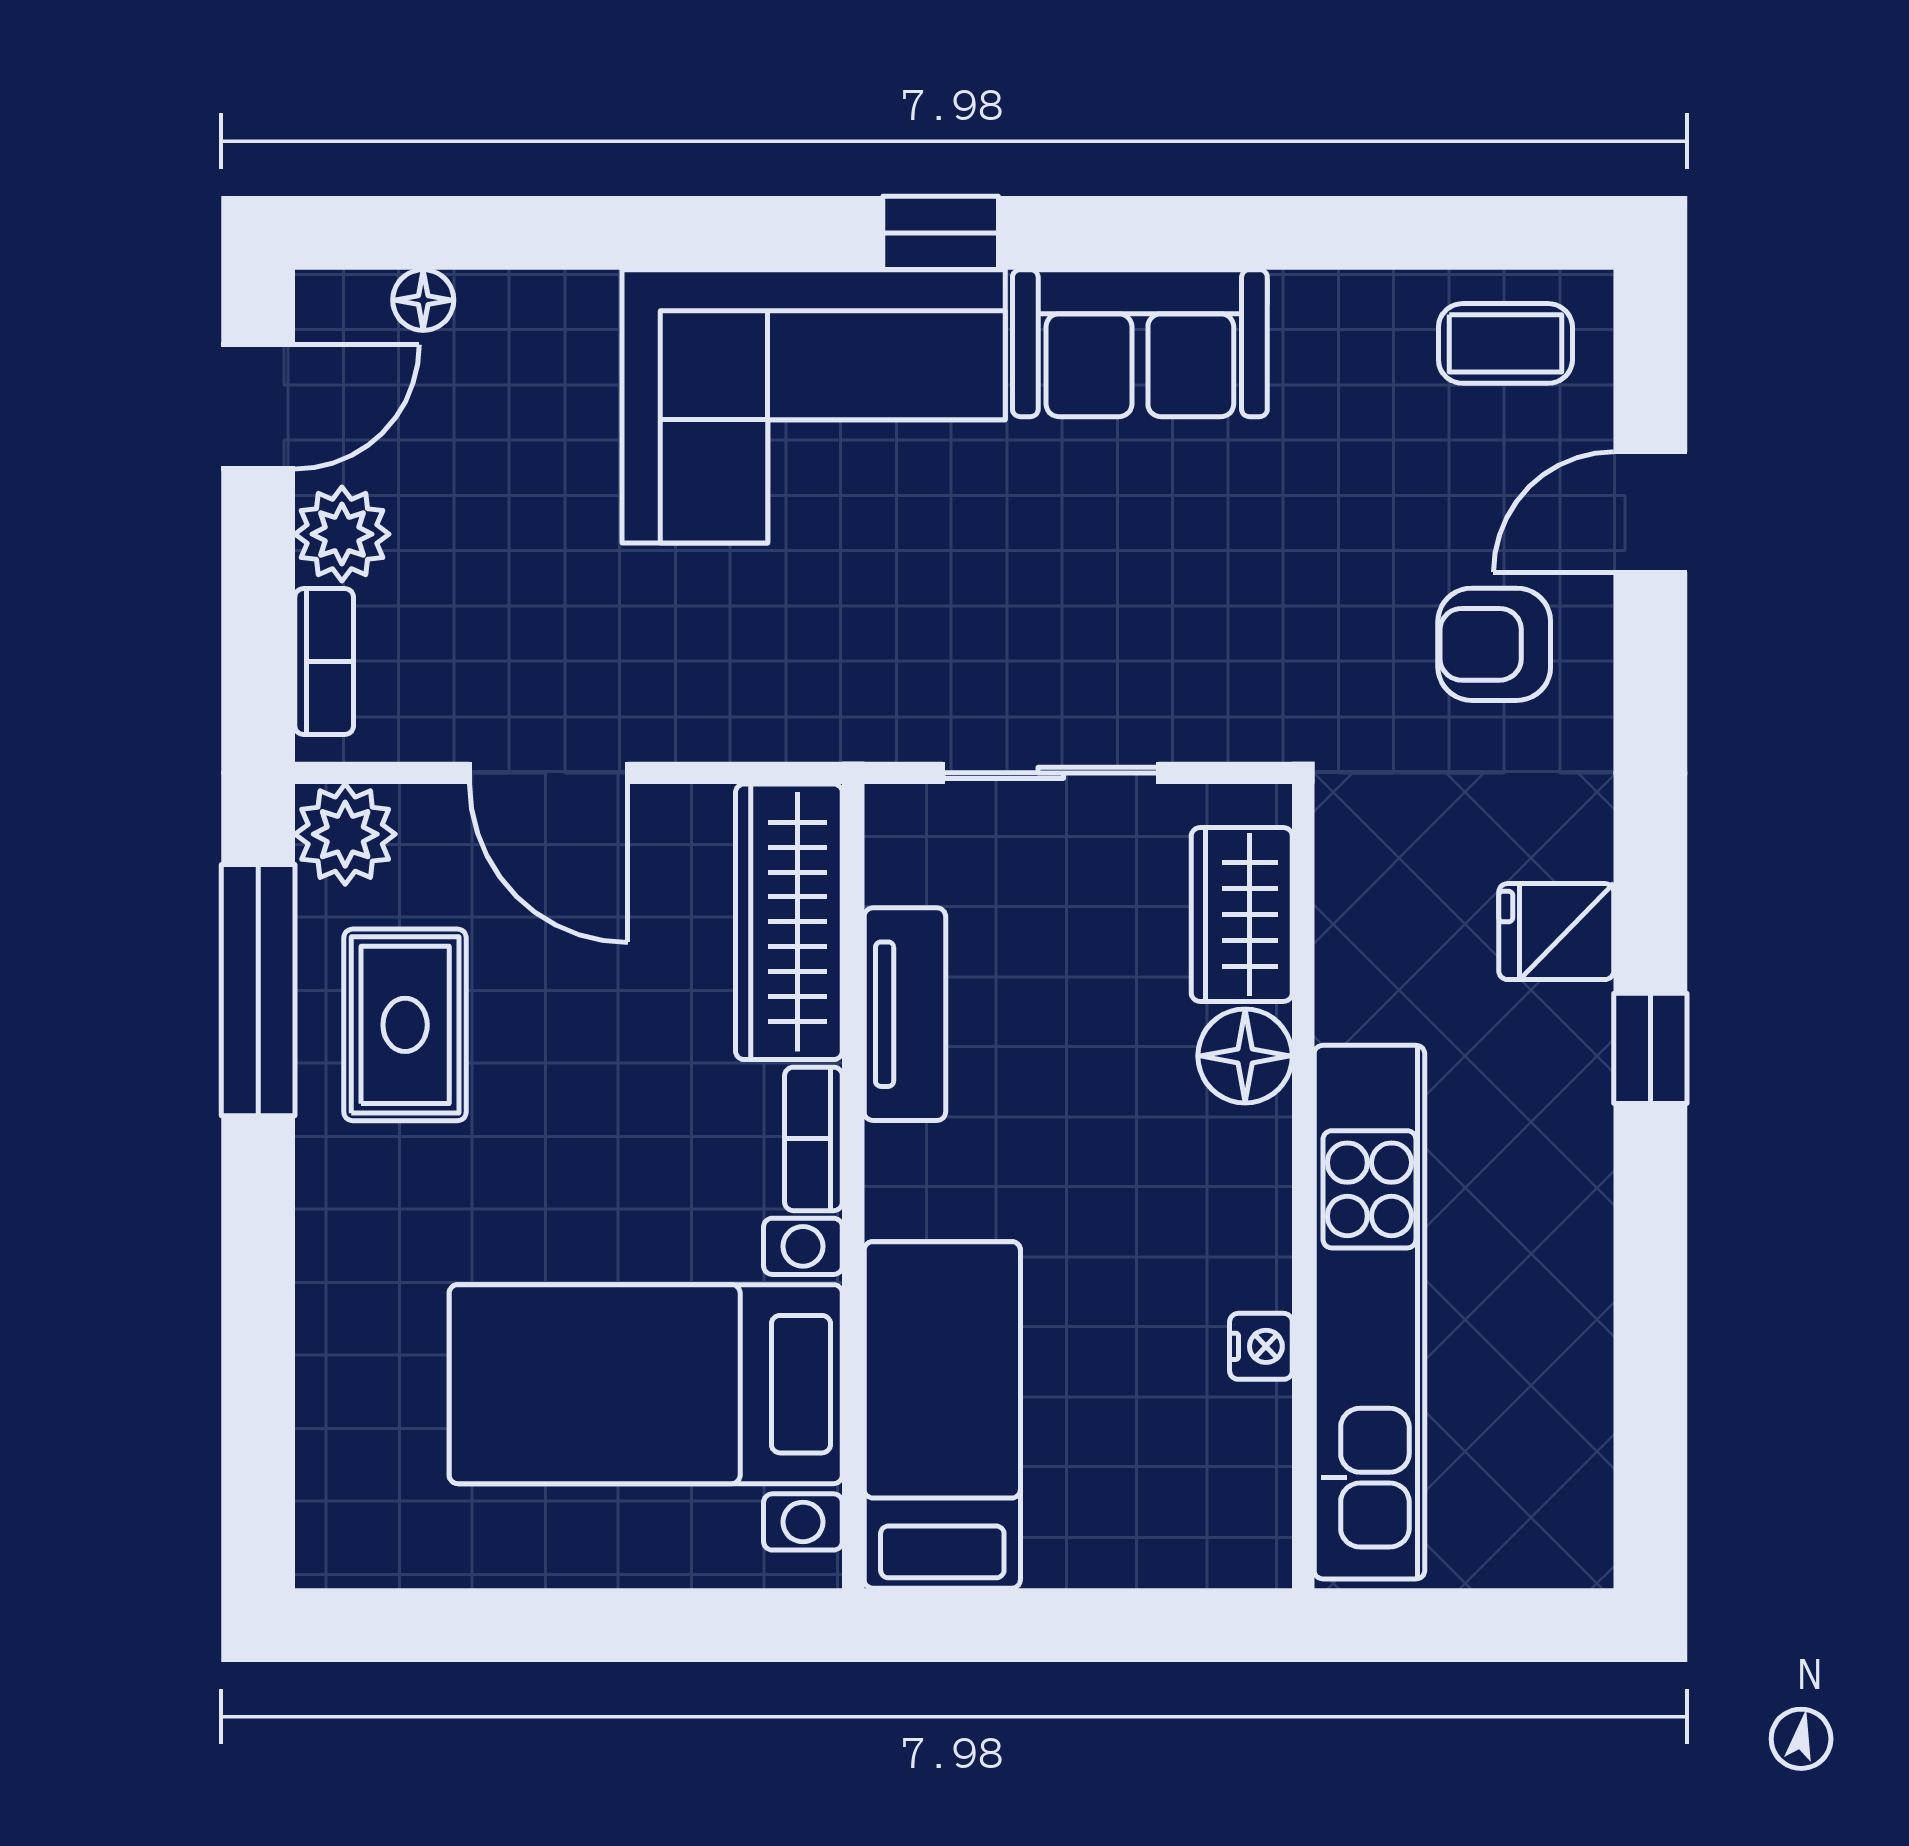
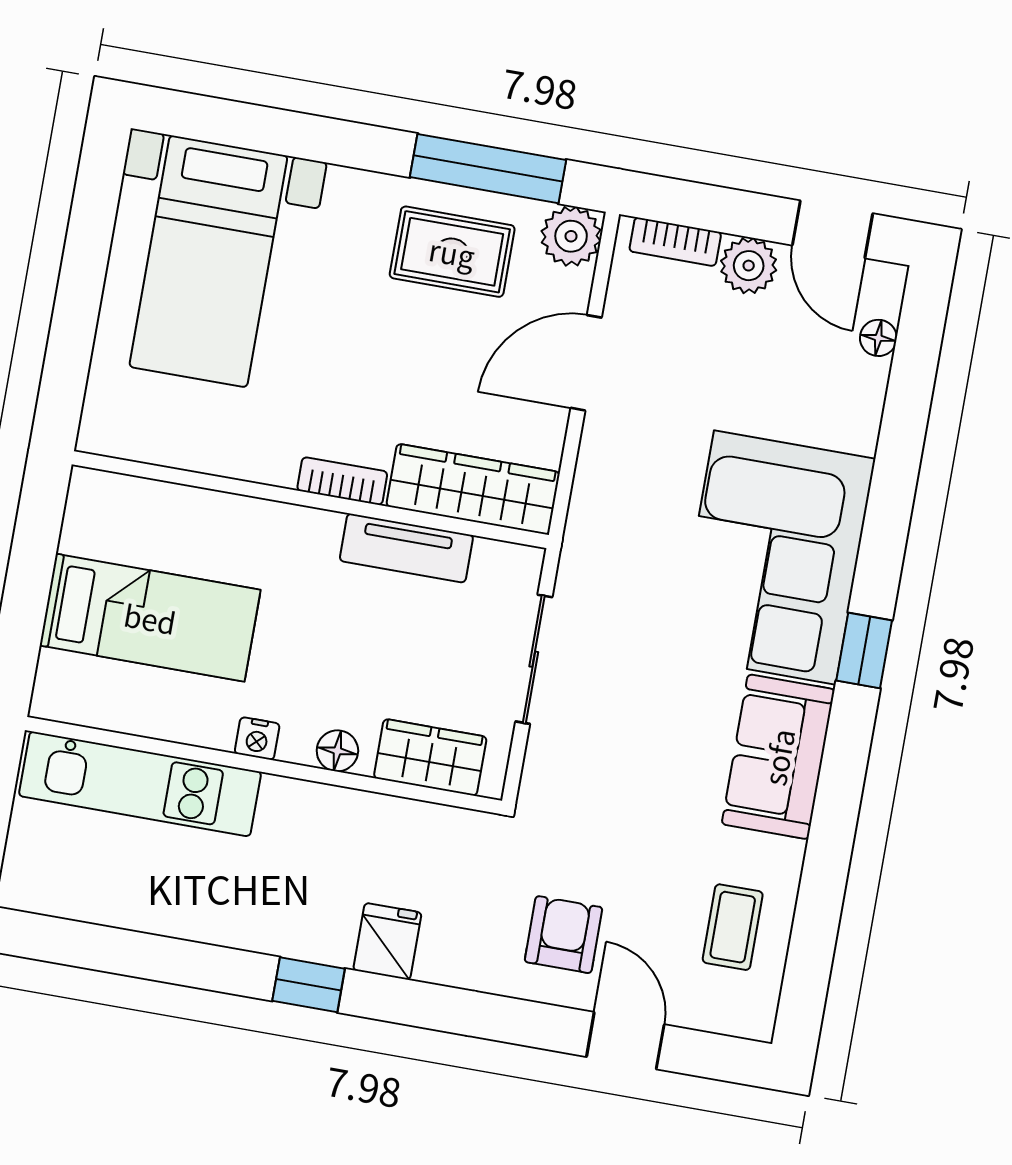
coffee table: (1505, 343) -> (733, 927), moved
floor lamp: (1245, 1056) -> (337, 751), width x0.73, depth x0.73
kitchen unit: (1369, 1312) -> (140, 784), width x0.73
nightstand: (1261, 1346) -> (257, 739), moved
bed with nightstands: (646, 1384) -> (208, 261), moved, turned 180
bed: (942, 1415) -> (150, 618), moved

